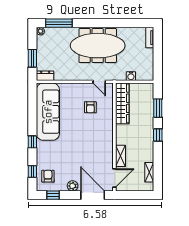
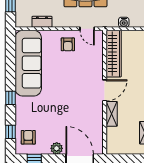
dresser: (45, 76) -> (42, 22), moved
armchair: (90, 107) -> (68, 44), moved
door: (114, 178) -> (105, 90), moved

